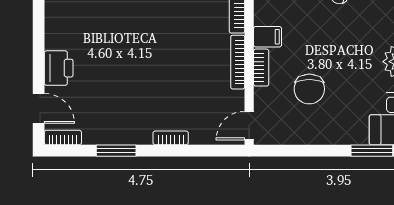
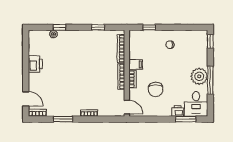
printer: (59, 68) -> (35, 64), moved
door: (249, 126) -> (127, 107), swing flipped
printer: (355, 134) -> (178, 111), added

